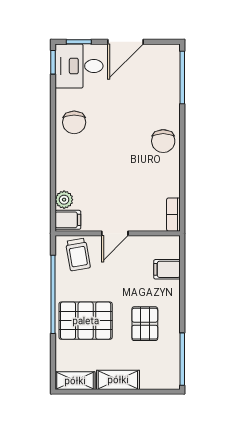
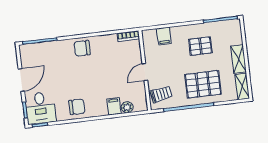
door: (126, 42) -> (21, 80), hinge flipped
chair: (163, 141) -> (82, 48), turned 180
filing cabinet: (68, 220) -> (114, 106), moved
door: (115, 233) -> (145, 72), swing flipped
pallet: (86, 321) -> (203, 84), turned 90

